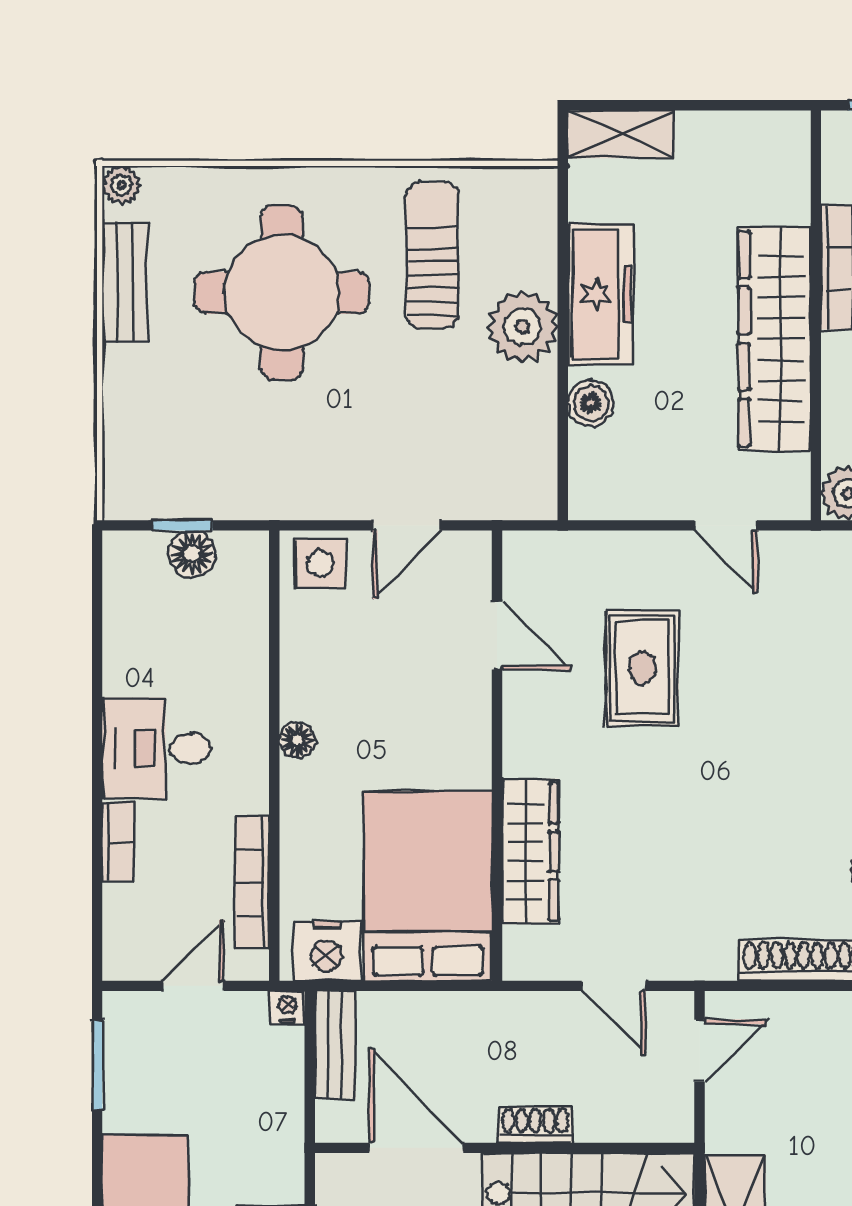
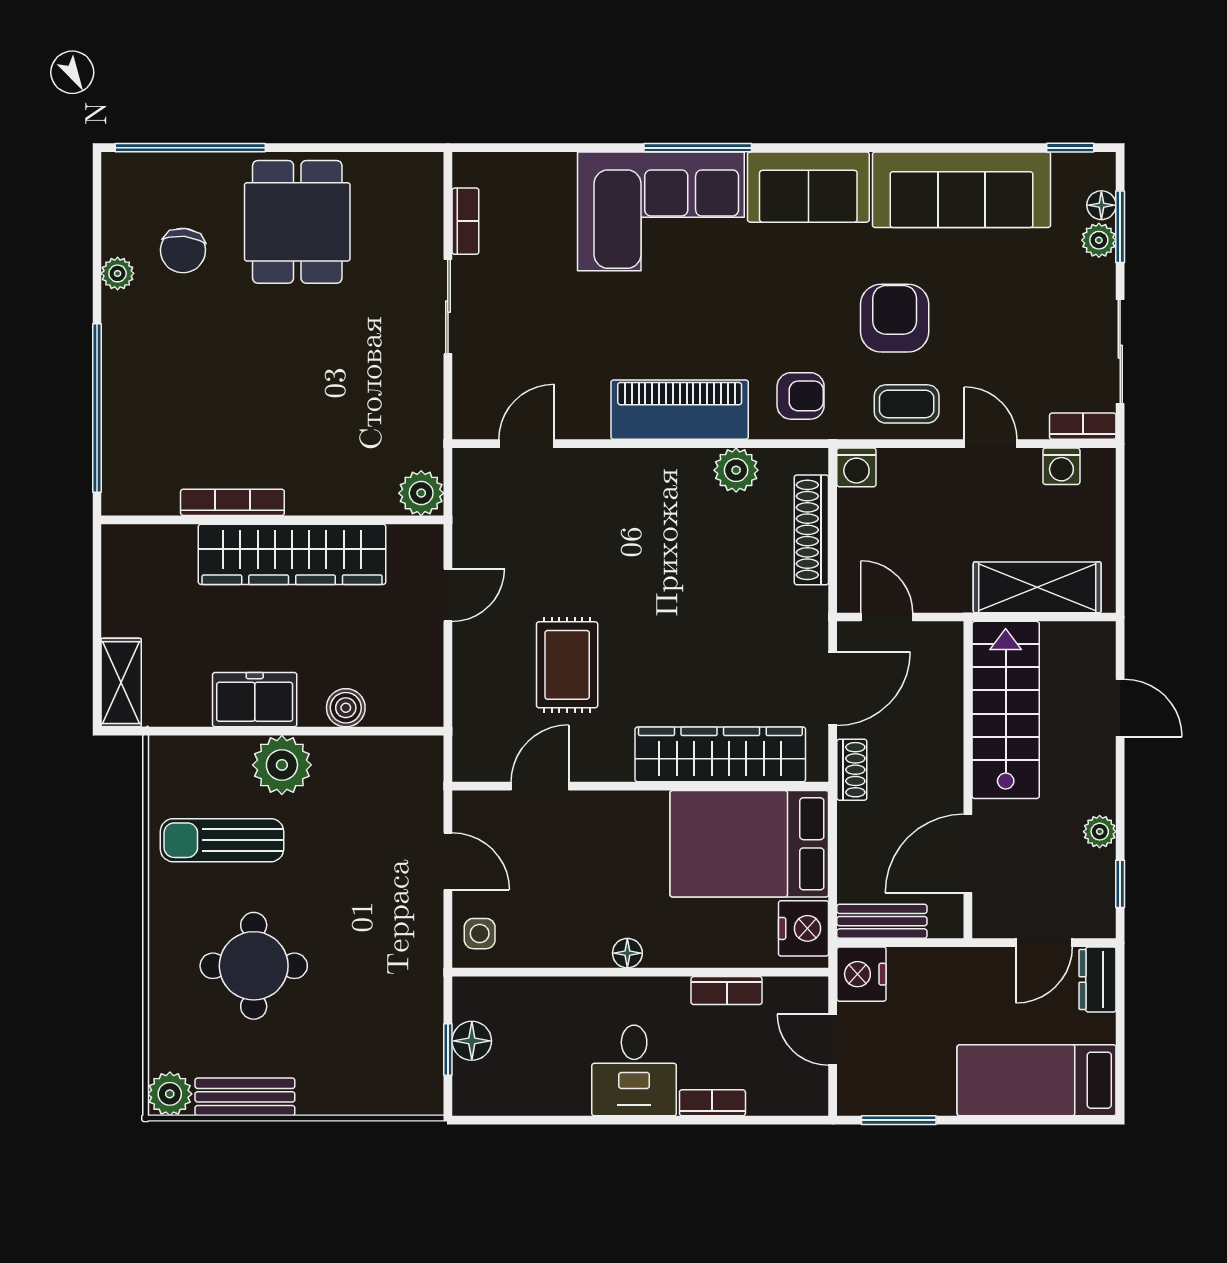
plant: (121, 185) -> (170, 1094), width x1.38, depth x1.38
round table: (282, 293) -> (254, 966), width x0.73, depth x0.73
freezer: (601, 294) -> (255, 700), width x0.71
side table: (321, 563) -> (480, 934), width x0.73, depth x0.73
rug: (642, 668) -> (567, 665), turned 90
wardrobe: (530, 851) -> (720, 754), width x1.40, depth x1.17
bookcase: (252, 883) -> (727, 991), width x0.64
door: (614, 986) -> (833, 689), width x1.37
nightstand: (287, 1007) -> (861, 974), width x1.89, depth x1.79
shoe rack: (535, 1125) -> (852, 770), moved, turned 180

